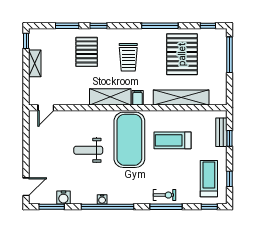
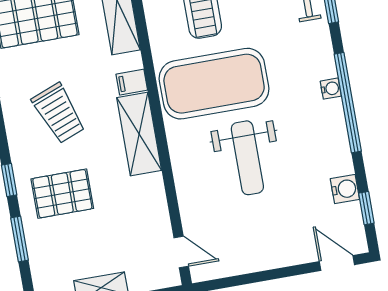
trolley: (128, 57) -> (59, 113), turned 69
weight bench: (88, 150) -> (247, 158), width x1.36, depth x1.33
water cooler: (102, 199) -> (331, 89), moved
window: (52, 207) -> (366, 208), width x0.67

